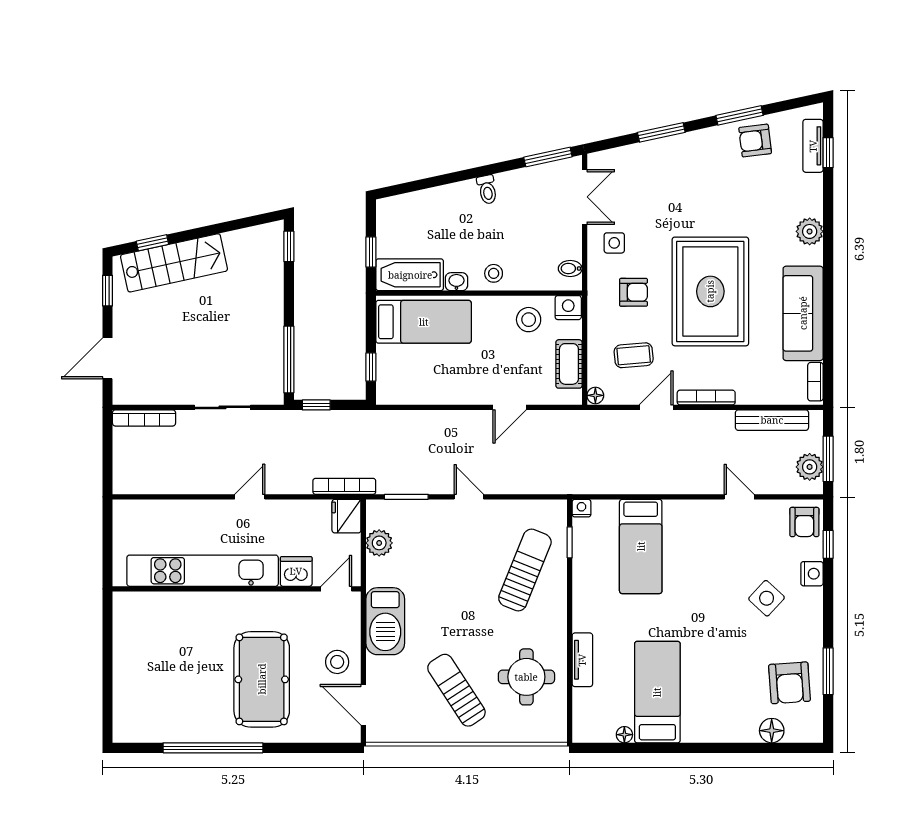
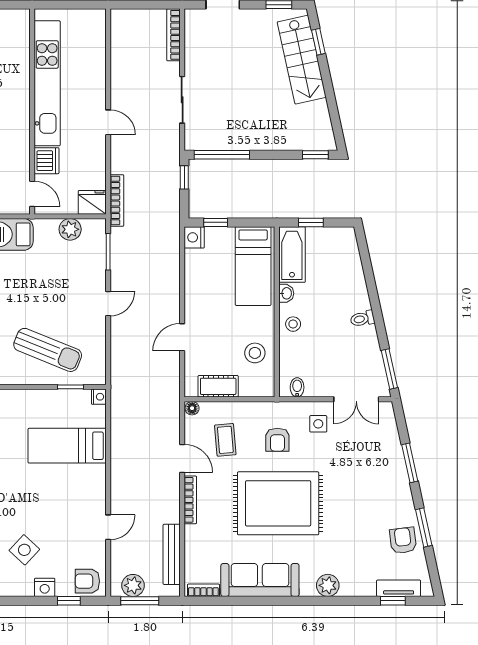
nightstand: (568, 308) -> (194, 237), moved, turned 180
door: (510, 407) -> (182, 337), hinge flipped

